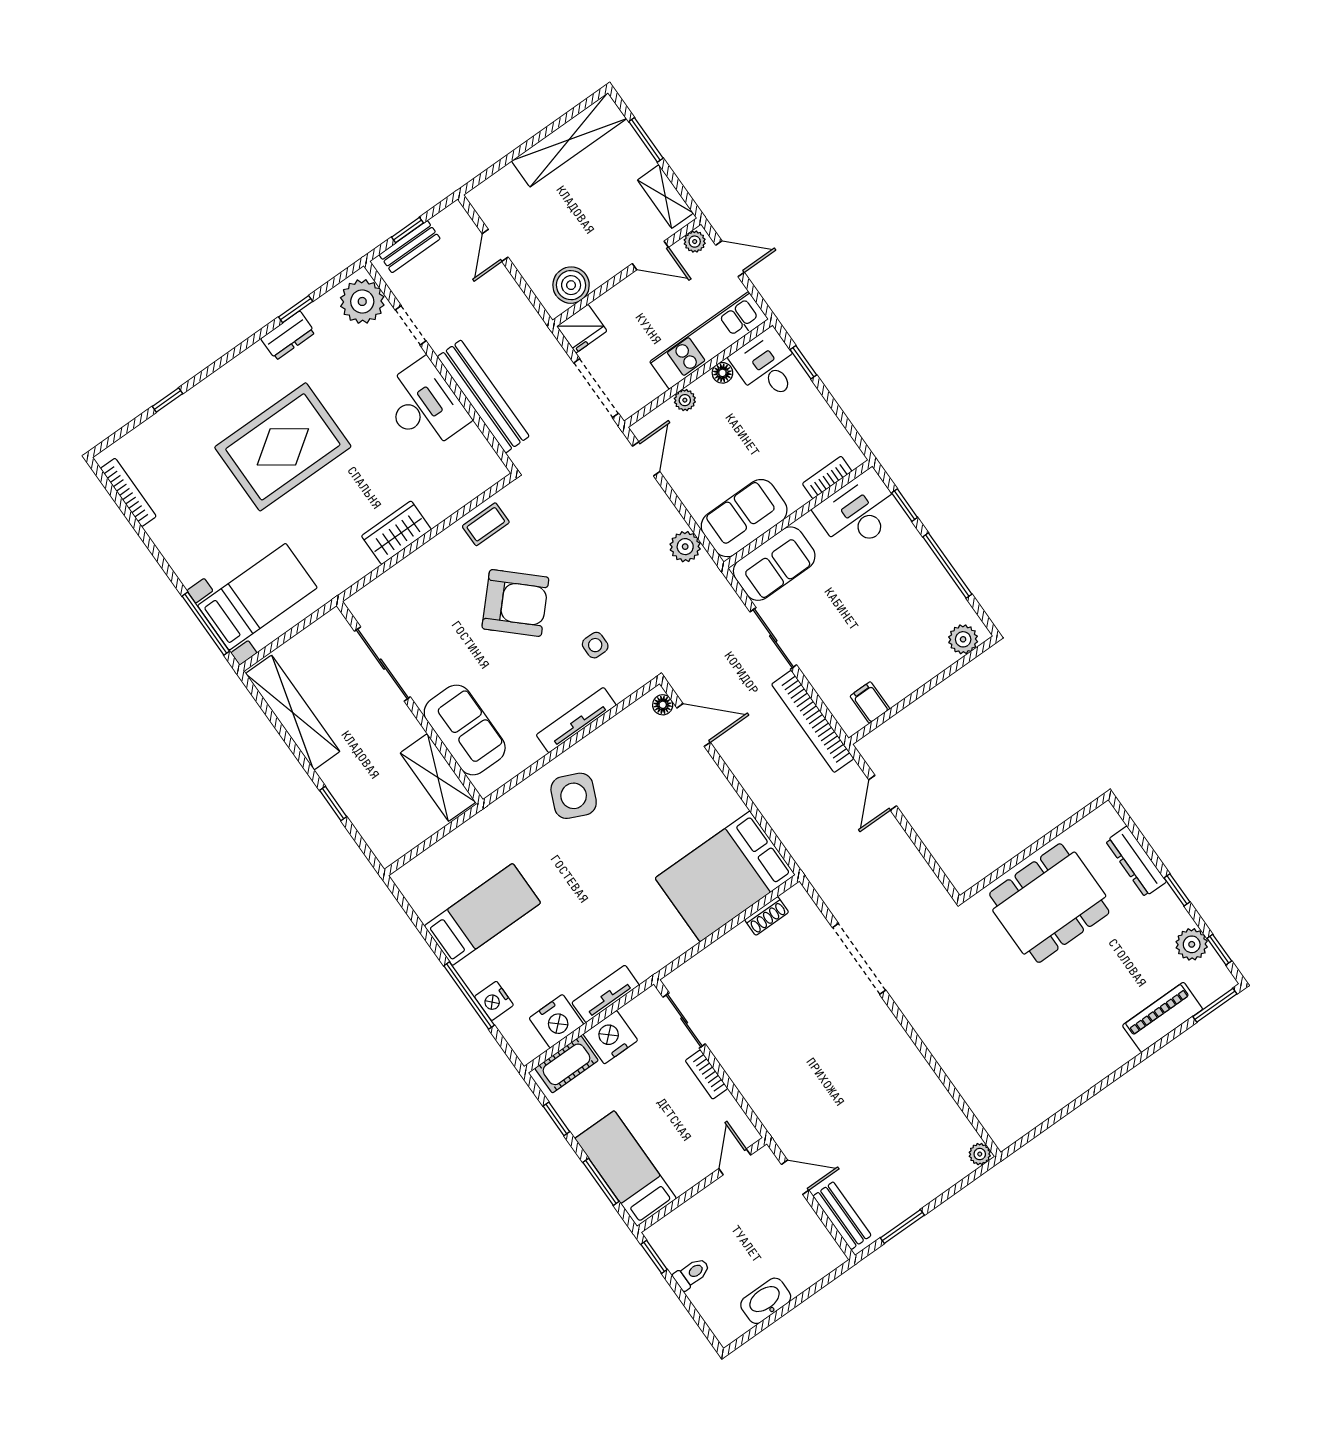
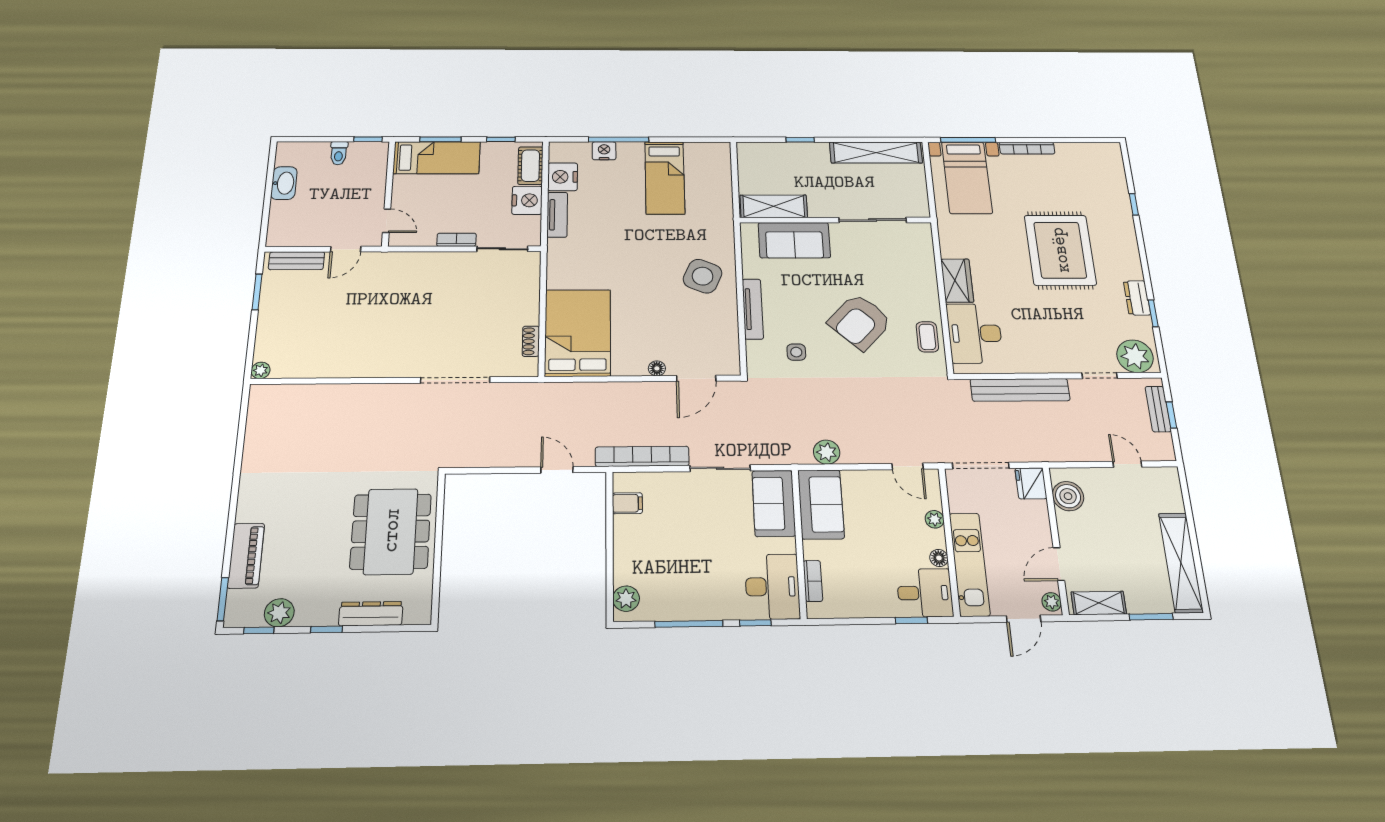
desk: (424, 406) -> (975, 333), moved, turned 90
bookcase: (128, 492) -> (1027, 148), moved
floor lamp: (663, 705) -> (657, 368), moved

